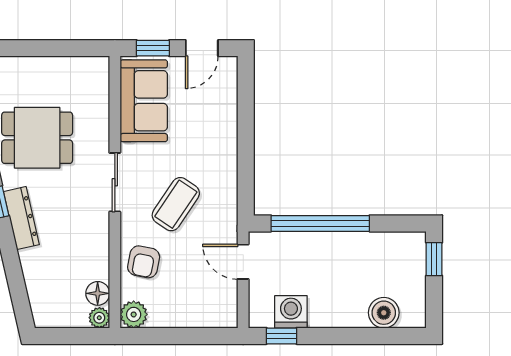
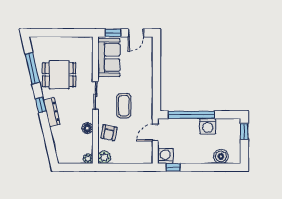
coffee table: (176, 204) -> (124, 106), turned -34
washing machine: (356, 248) -> (208, 126), added
door: (243, 262) -> (155, 133), hinge flipped
floor lamp: (98, 293) -> (87, 128), moved
washing machine: (291, 312) -> (165, 156), moved

